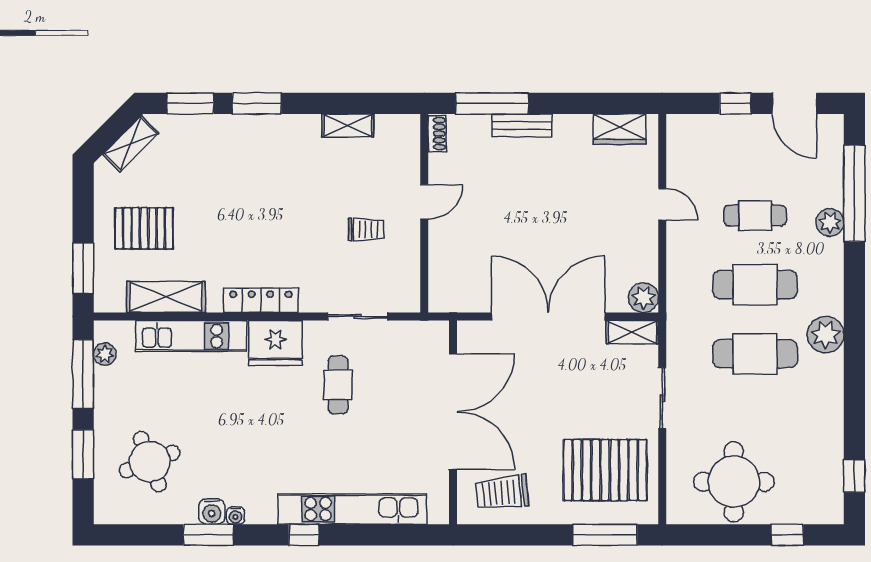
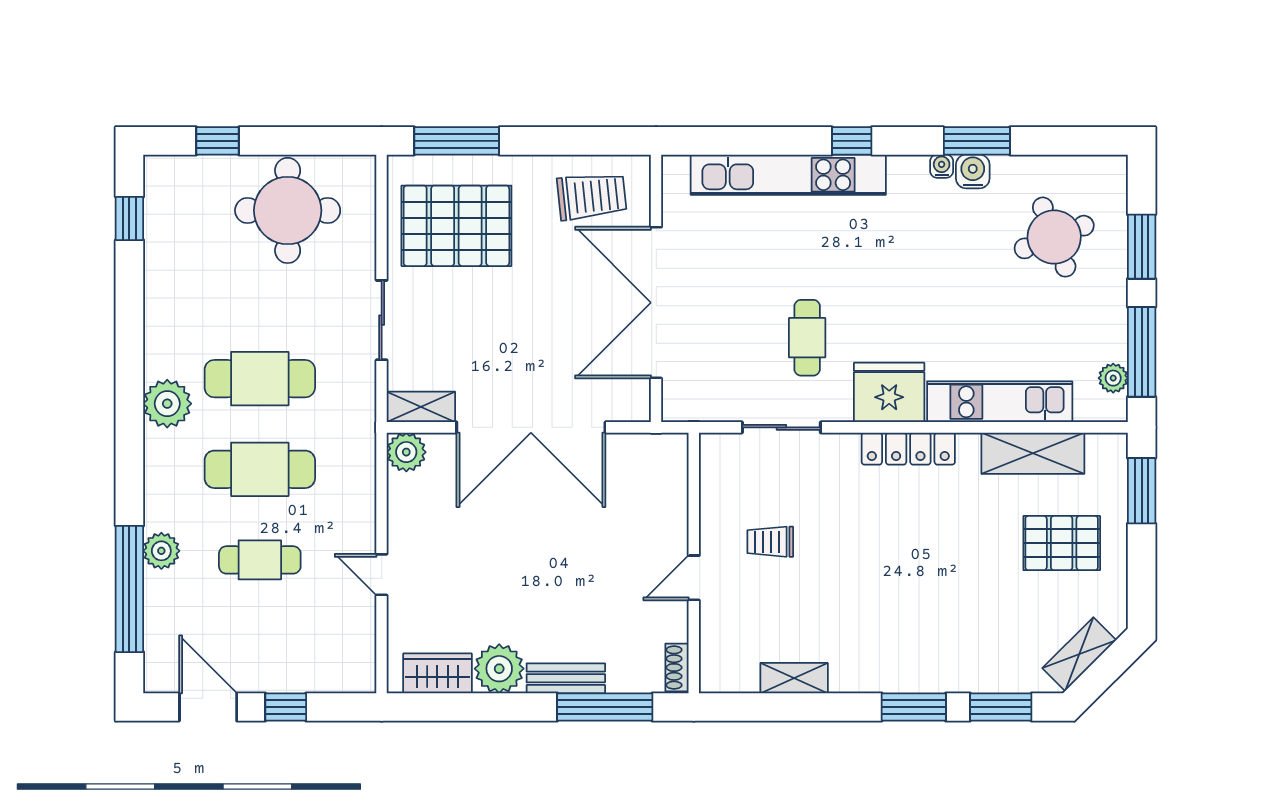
plant: (573, 133) -> (499, 669), added

